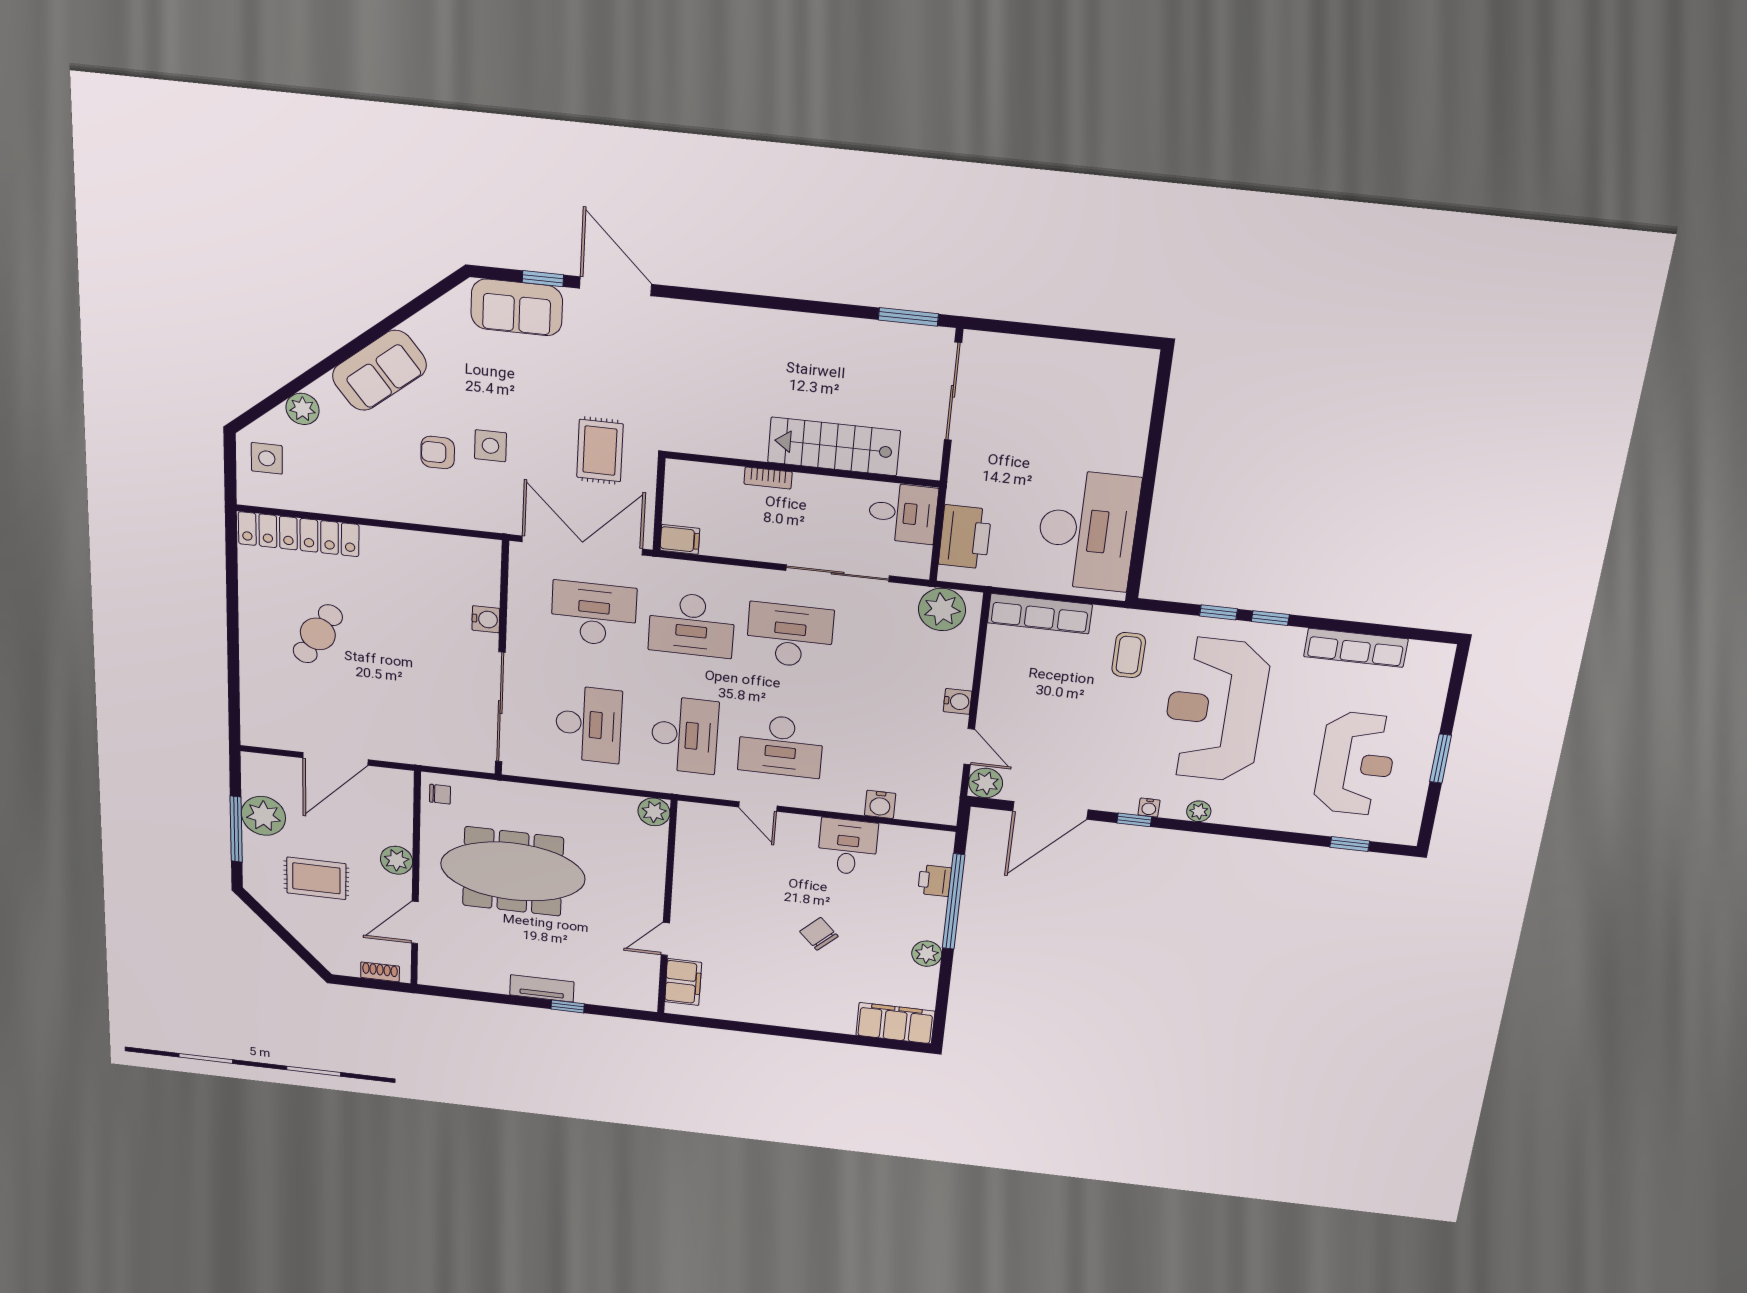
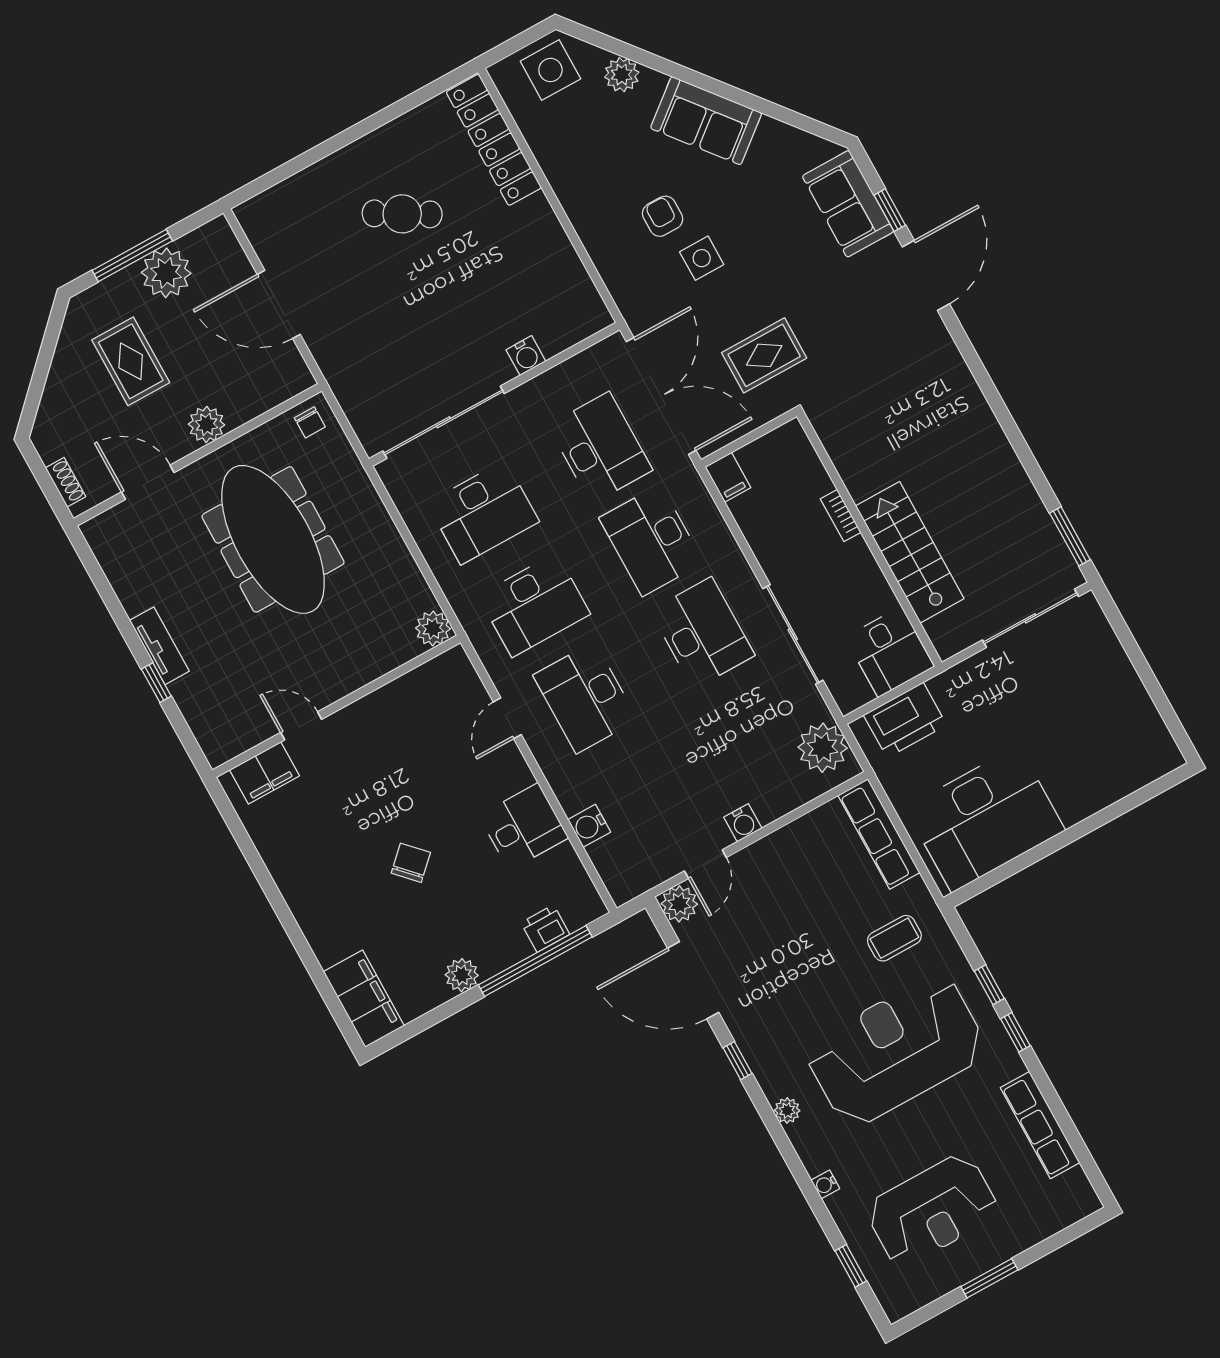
side table: (267, 458) -> (550, 70), width x1.37, depth x1.37
water cooler: (1149, 807) -> (825, 1184), moved

